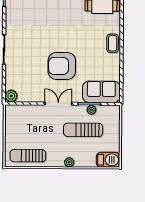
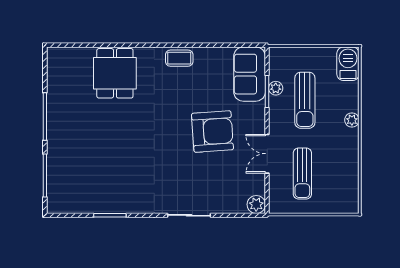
armchair: (62, 66) -> (212, 132), turned -94
double door: (58, 104) -> (267, 154), moved
sun lounger: (28, 156) -> (302, 173), moved

